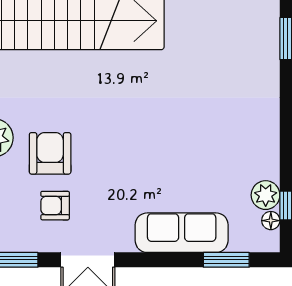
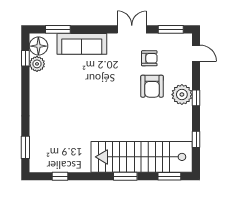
floor lamp: (271, 221) -> (38, 46), width x1.89, depth x1.89

